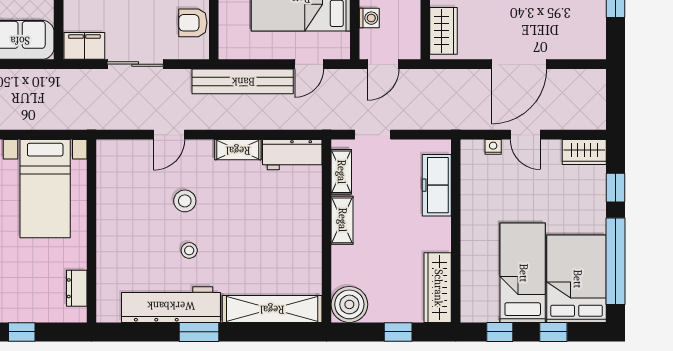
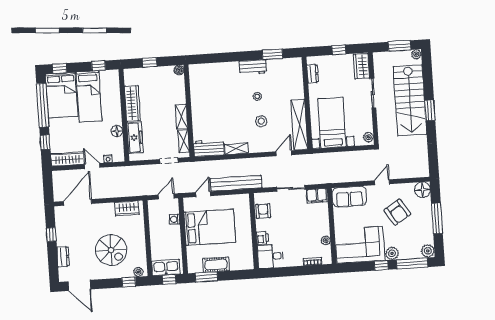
armchair: (193, 23) -> (263, 211), turned -90
wardrobe: (444, 31) -> (127, 208), moved, turned -90
door: (519, 64) -> (78, 202), moved
door: (169, 135) -> (284, 153), moved
wardrobe: (584, 152) -> (67, 159), width x1.50
floor lamp: (472, 200) -> (117, 131), added
wardrobe: (438, 288) -> (132, 103), moved
boiler: (349, 304) -> (179, 70), width x0.54, depth x0.54
workbench: (171, 305) -> (253, 67), width x0.53, depth x0.76
shelving: (272, 309) -> (299, 125), moved, turned 90
window: (199, 332) -> (272, 54), moved
window: (553, 332) -> (59, 68), moved

